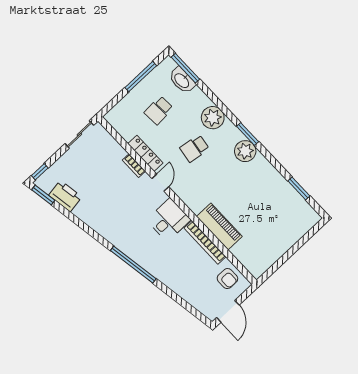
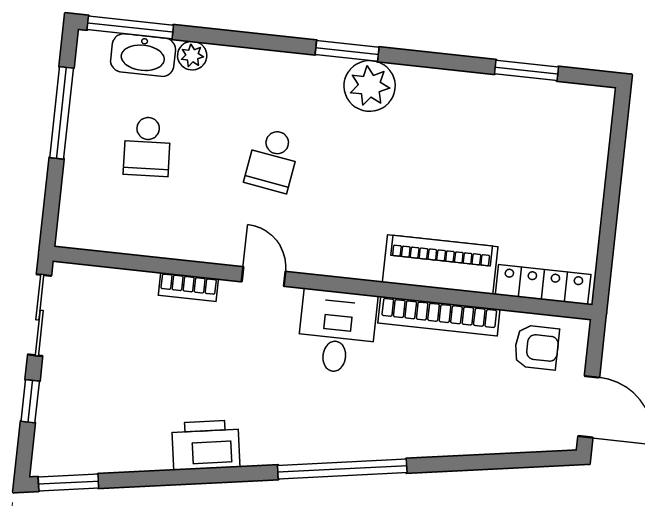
plant: (213, 118) -> (192, 56), moved, width x0.53, depth x0.53
locker: (145, 153) -> (543, 285), moved
window: (40, 172) -> (30, 401), moved
printer: (65, 196) -> (206, 445), moved

